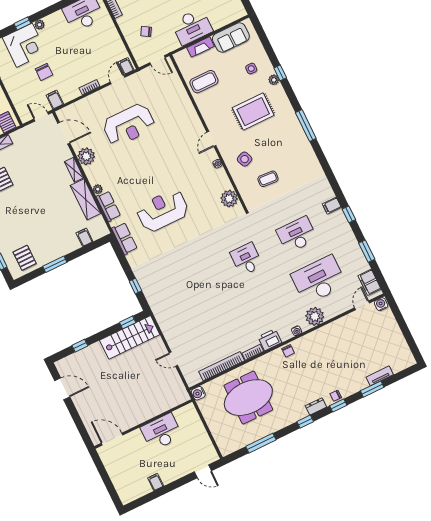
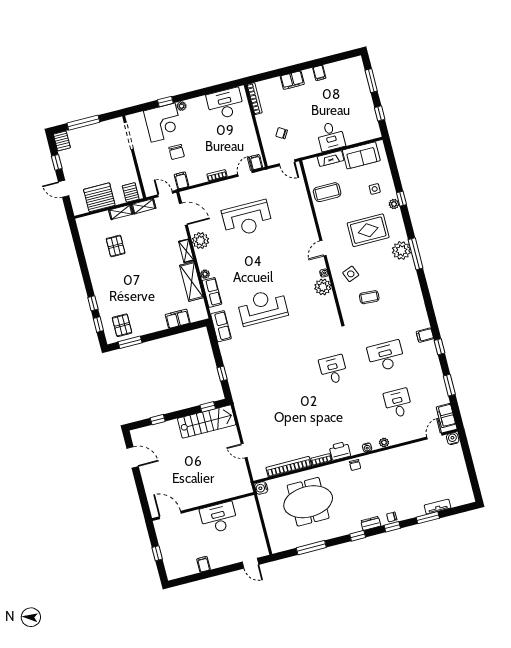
desk: (192, 27) -> (331, 136), width x0.73
plant: (291, 125) -> (401, 251), added
shelving: (22, 133) -> (144, 206), added
plant: (229, 199) -> (323, 287), moved
filing cabinet: (84, 237) -> (178, 319), width x2.00
window: (55, 264) -> (130, 342), moved
desk: (319, 280) -> (398, 403), width x0.53, depth x0.77
plant: (315, 316) -> (384, 442), width x0.53, depth x0.53
window: (107, 480) -> (157, 553), added

